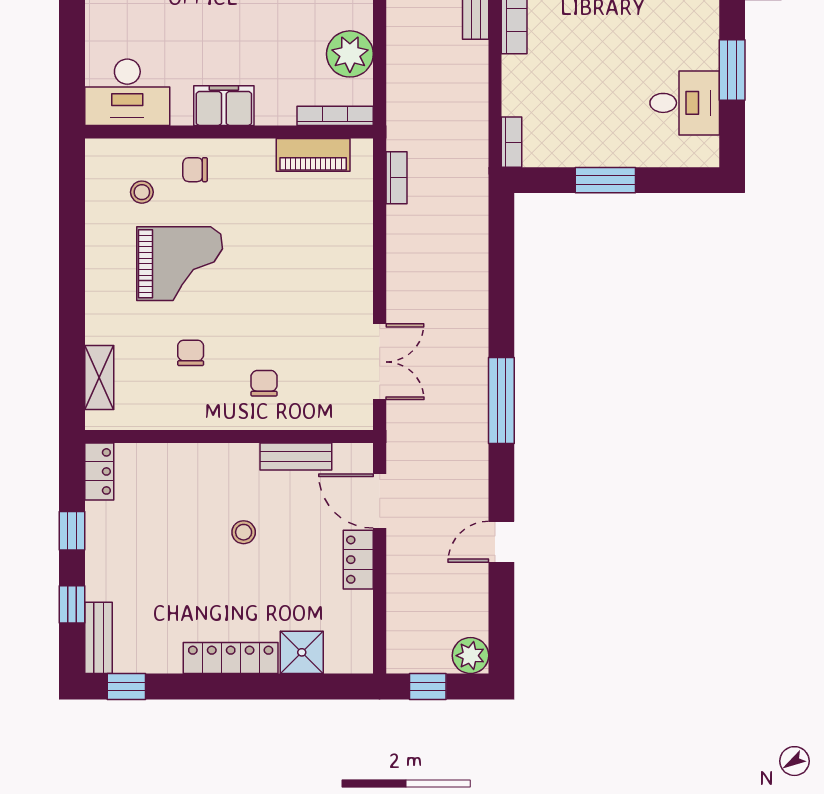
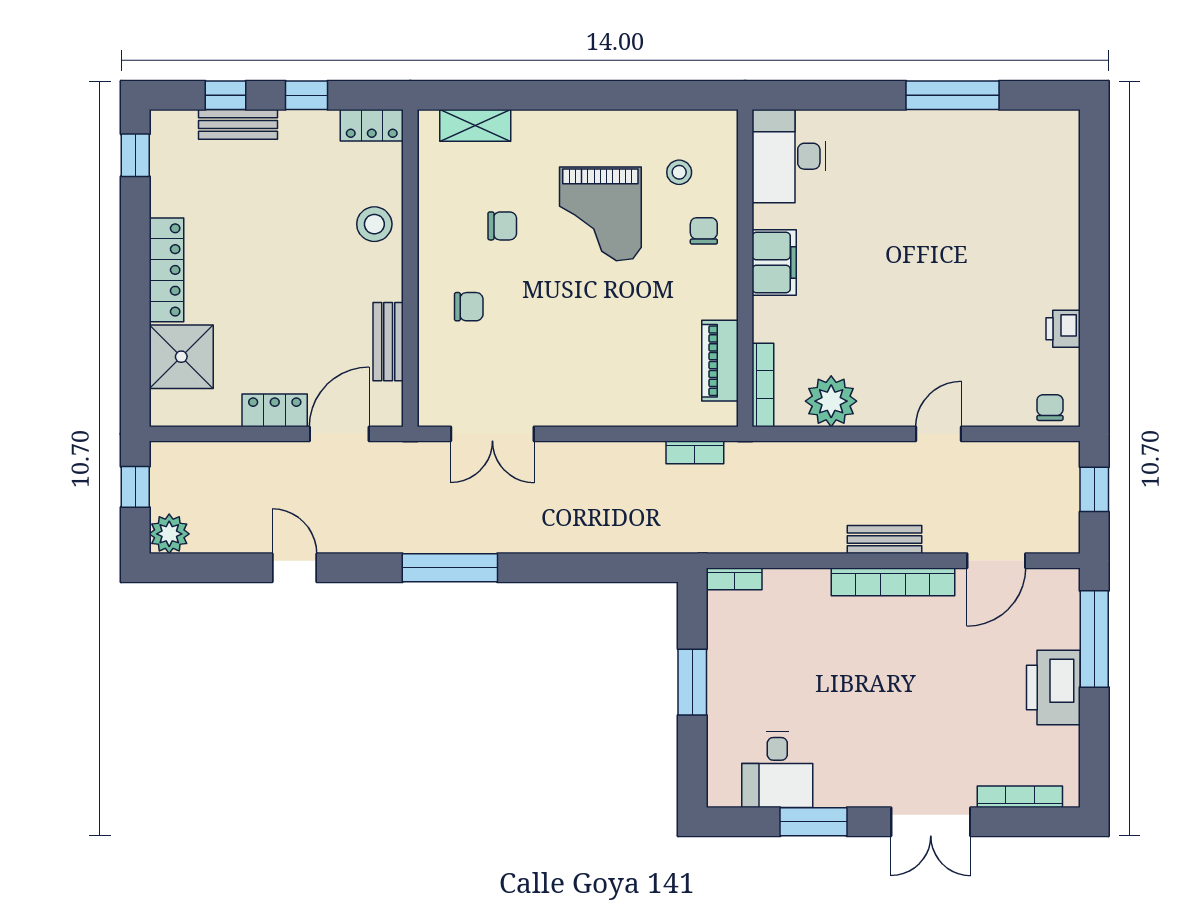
stool: (244, 532) -> (374, 224), moved, width x1.37, depth x1.37
bench: (98, 638) -> (238, 124), moved
shower: (302, 652) -> (181, 357), width x1.36, depth x1.36

